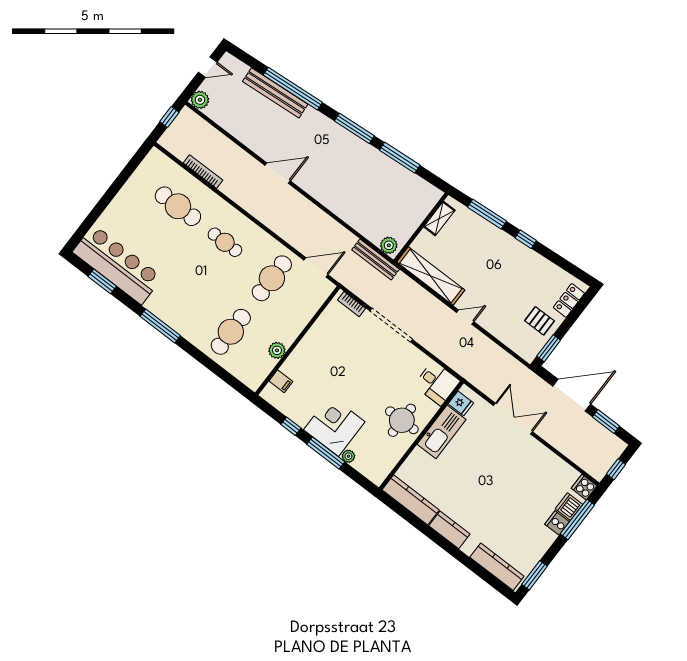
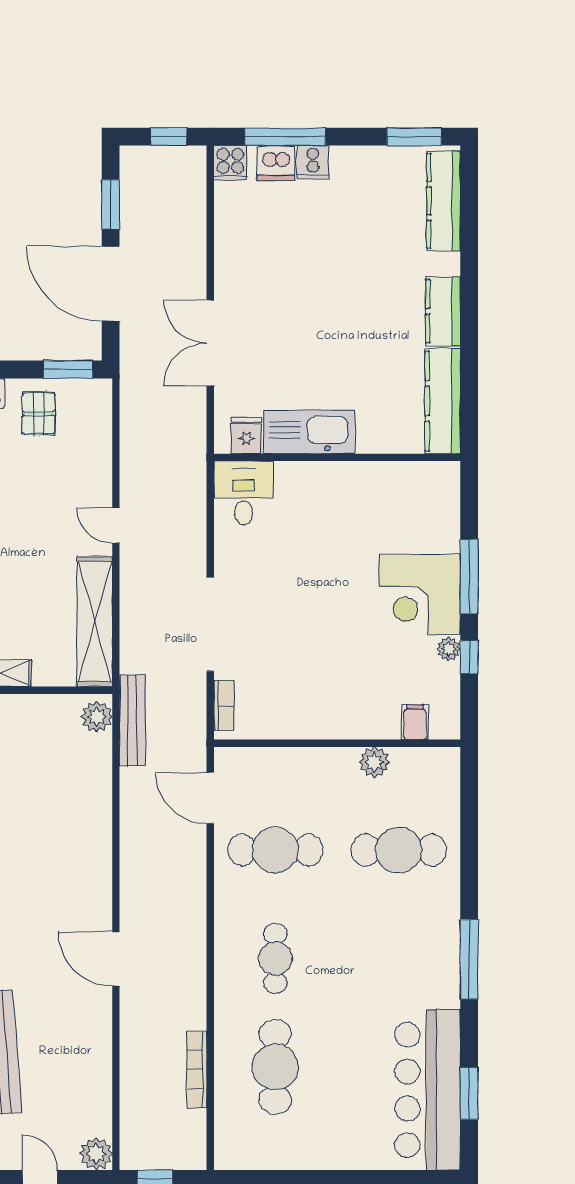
round table: (402, 420) -> (337, 503), removed
plant: (348, 456) -> (449, 649), moved

